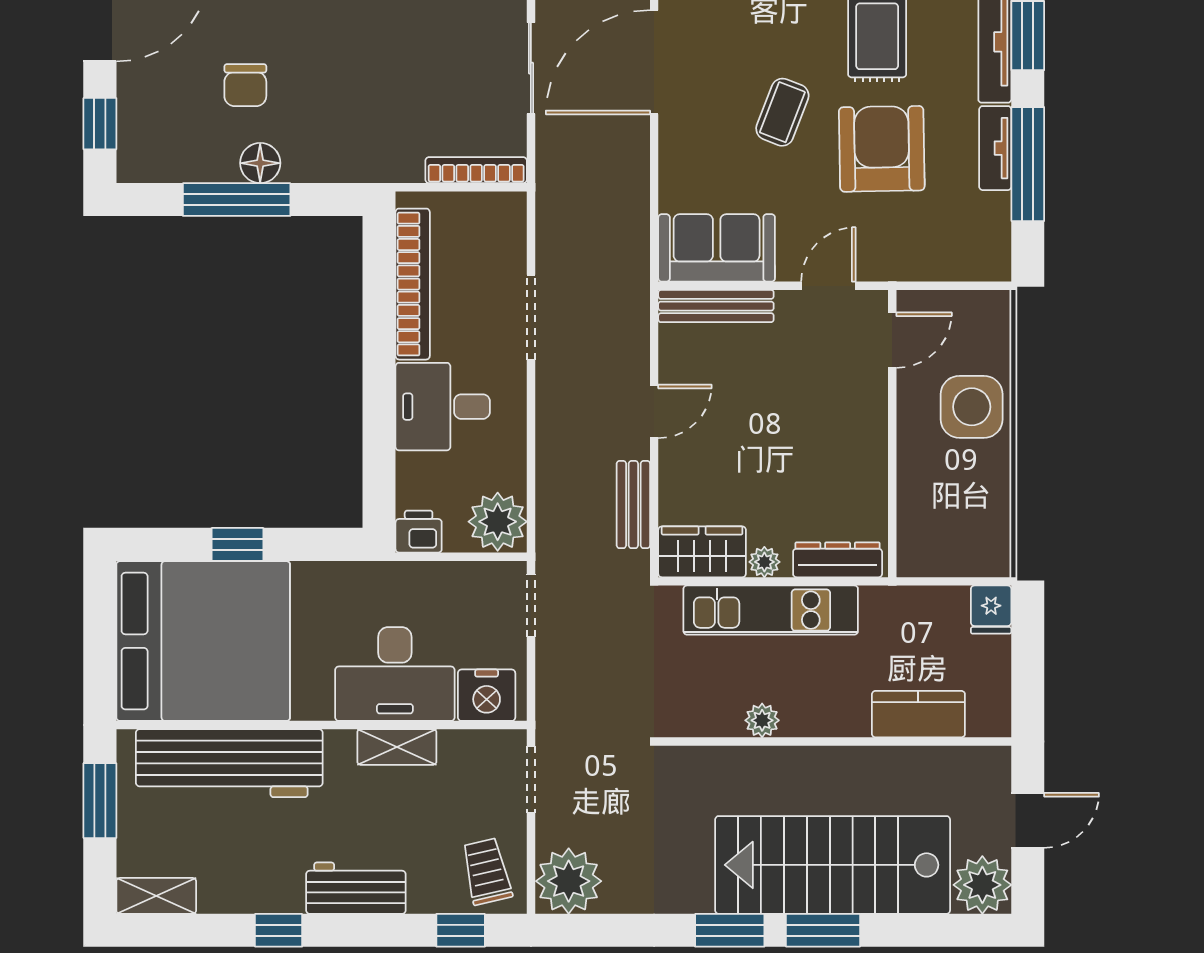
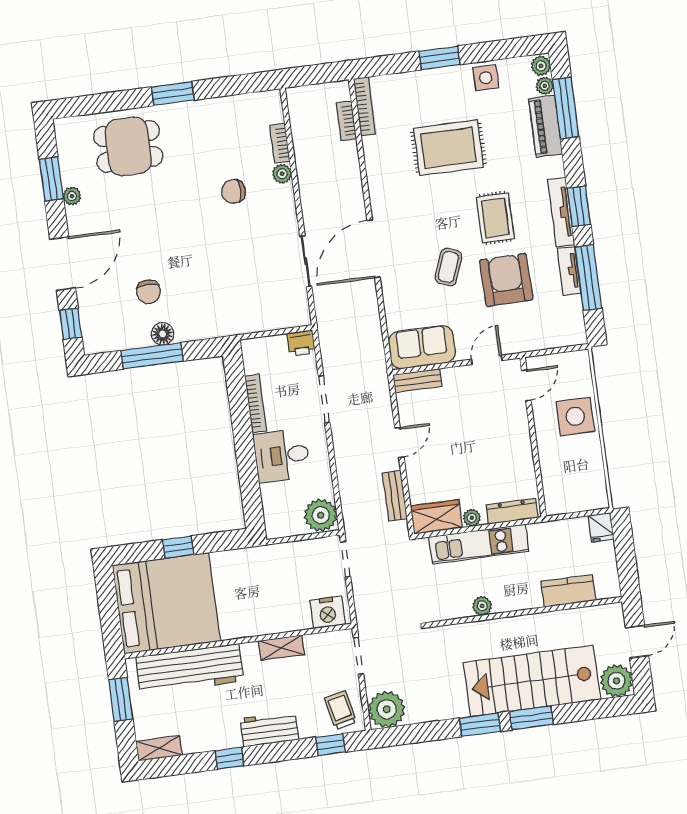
bookcase: (476, 170) -> (283, 322), removed
bookcase: (413, 284) -> (256, 404), width x0.68, depth x0.76
bench: (716, 306) -> (417, 381), width x0.73
printer: (419, 532) -> (301, 343), moved, turned 180
desk: (395, 674) -> (275, 607), removed

